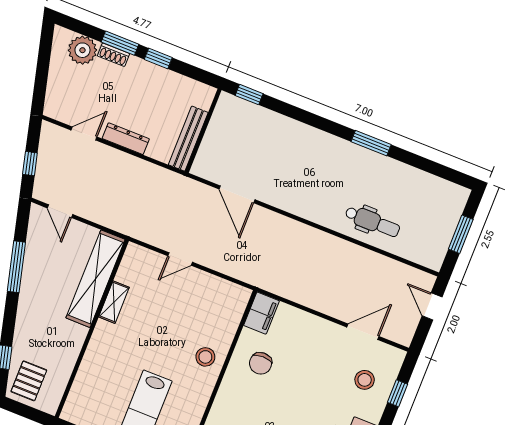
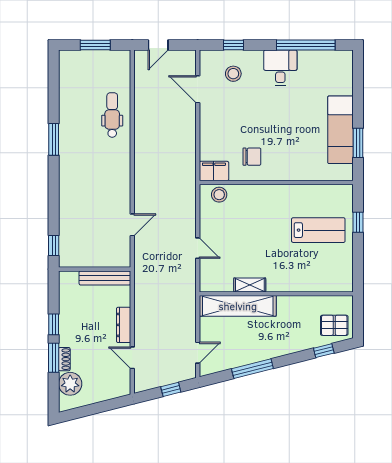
door: (237, 194) -> (132, 225), width x0.73
stool: (205, 357) -> (219, 195), moved

